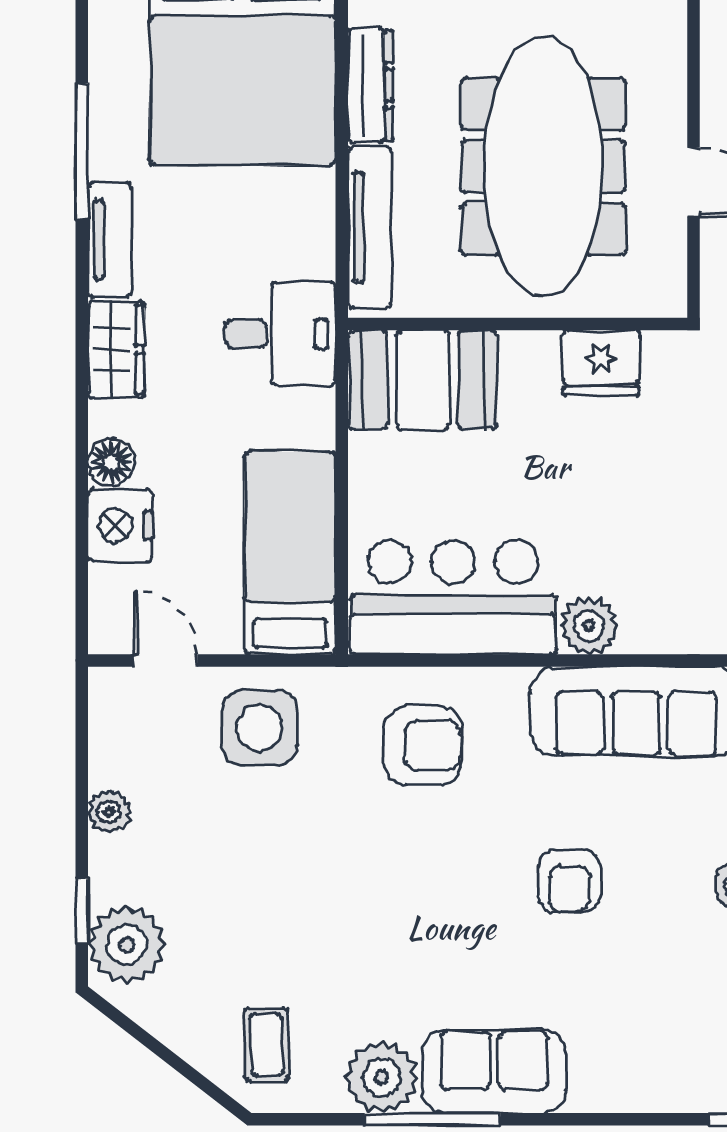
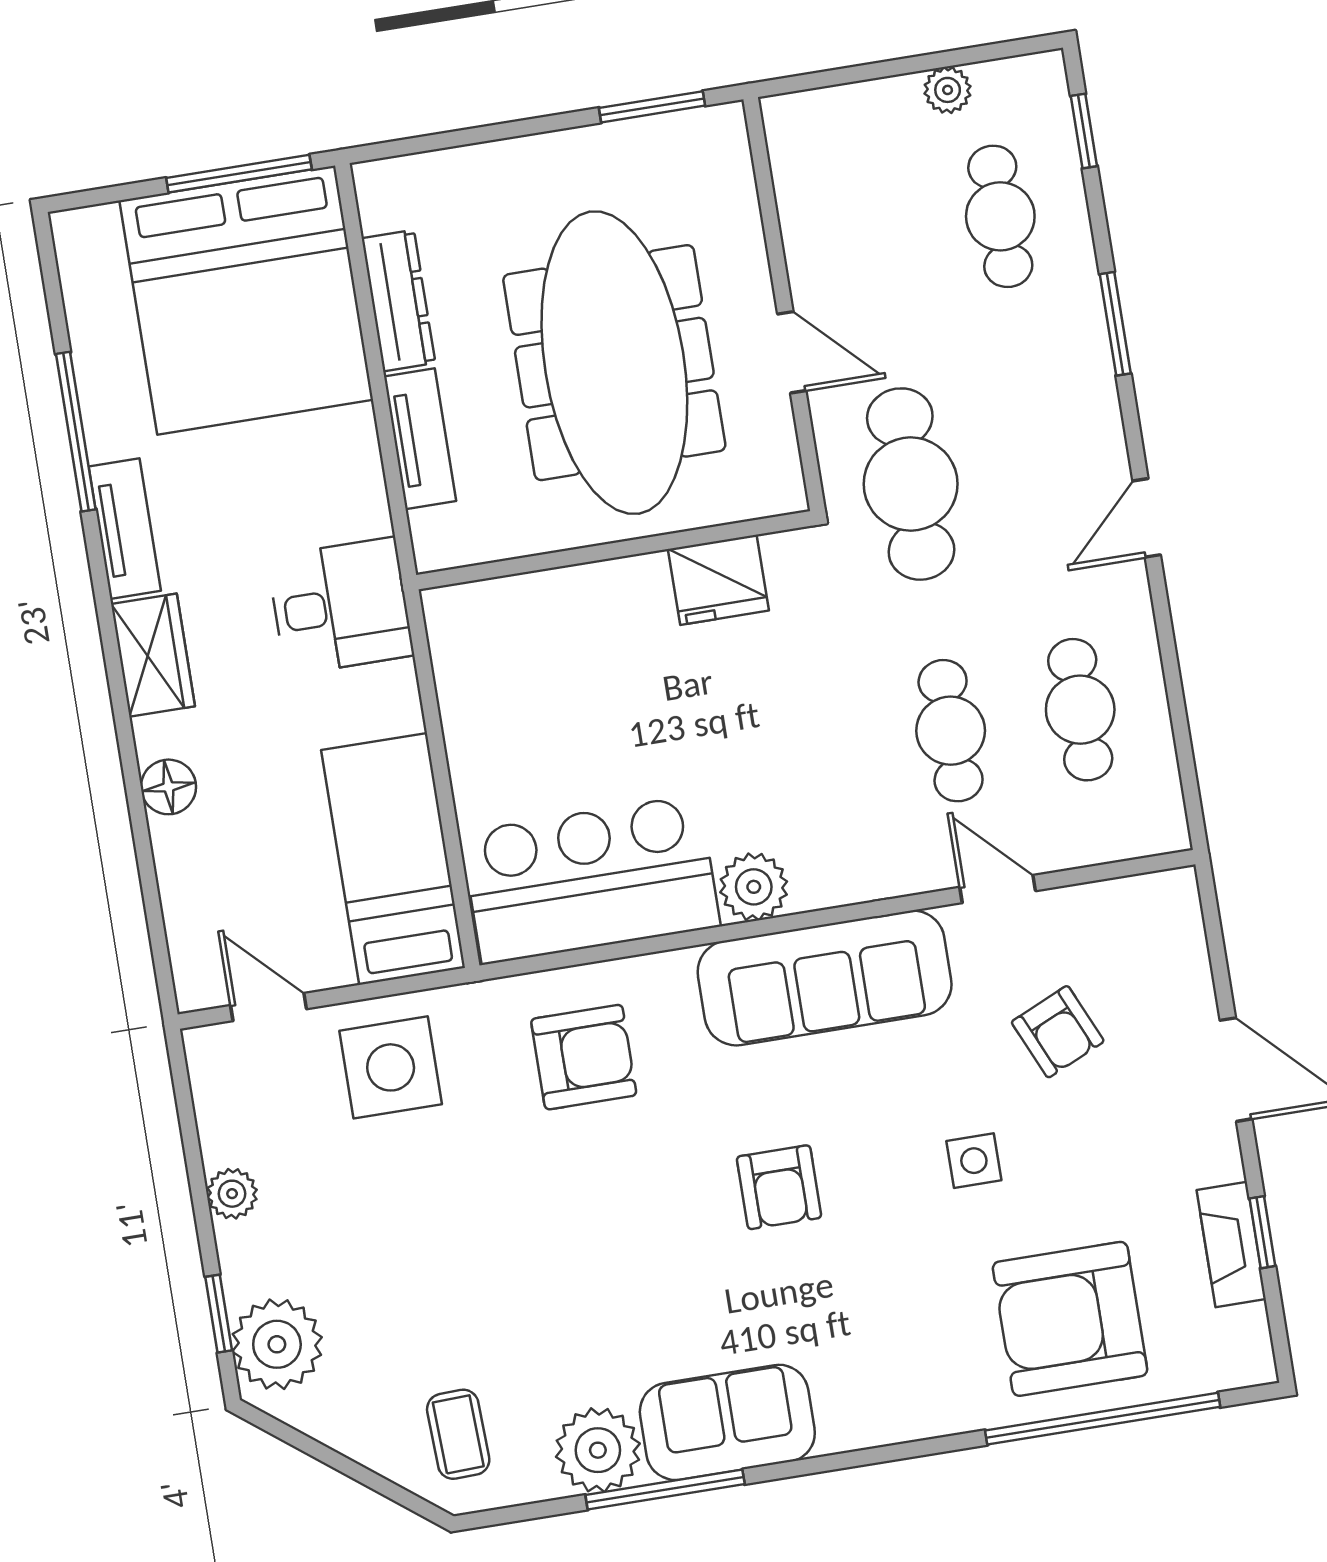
tv unit: (370, 227) -> (420, 439), width x0.71
booth: (423, 380) -> (515, 633), removed
nightstand: (120, 526) -> (191, 859), removed

